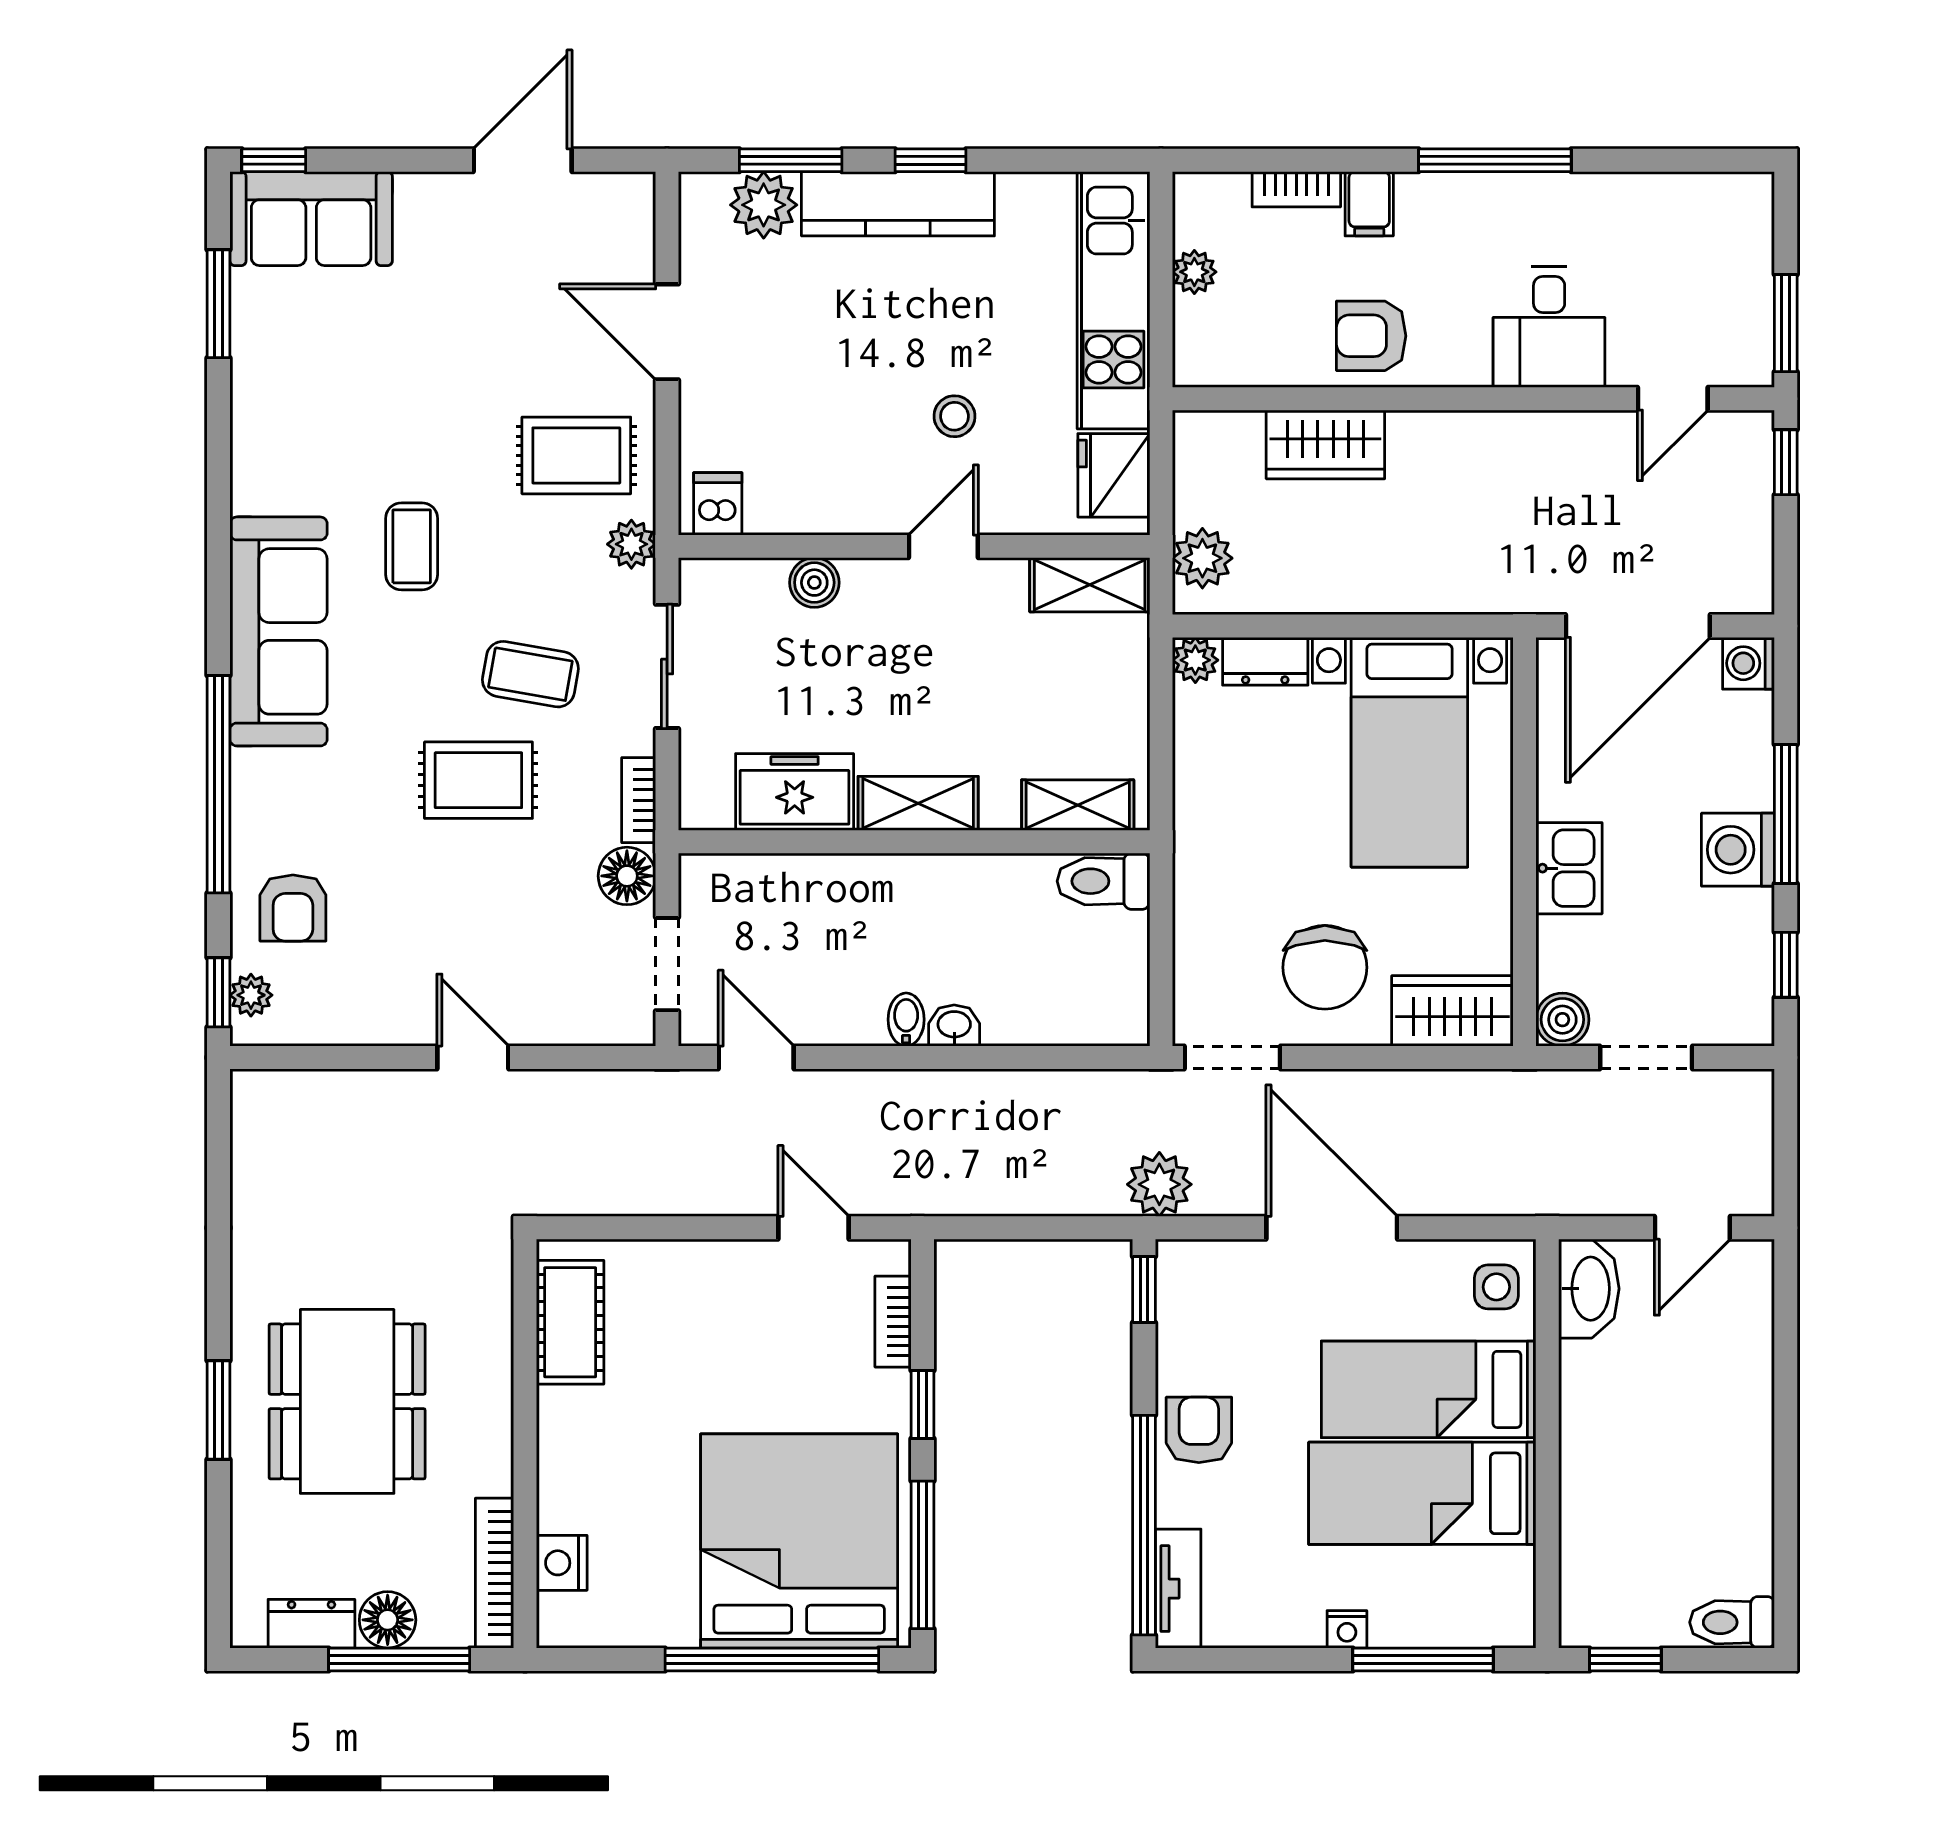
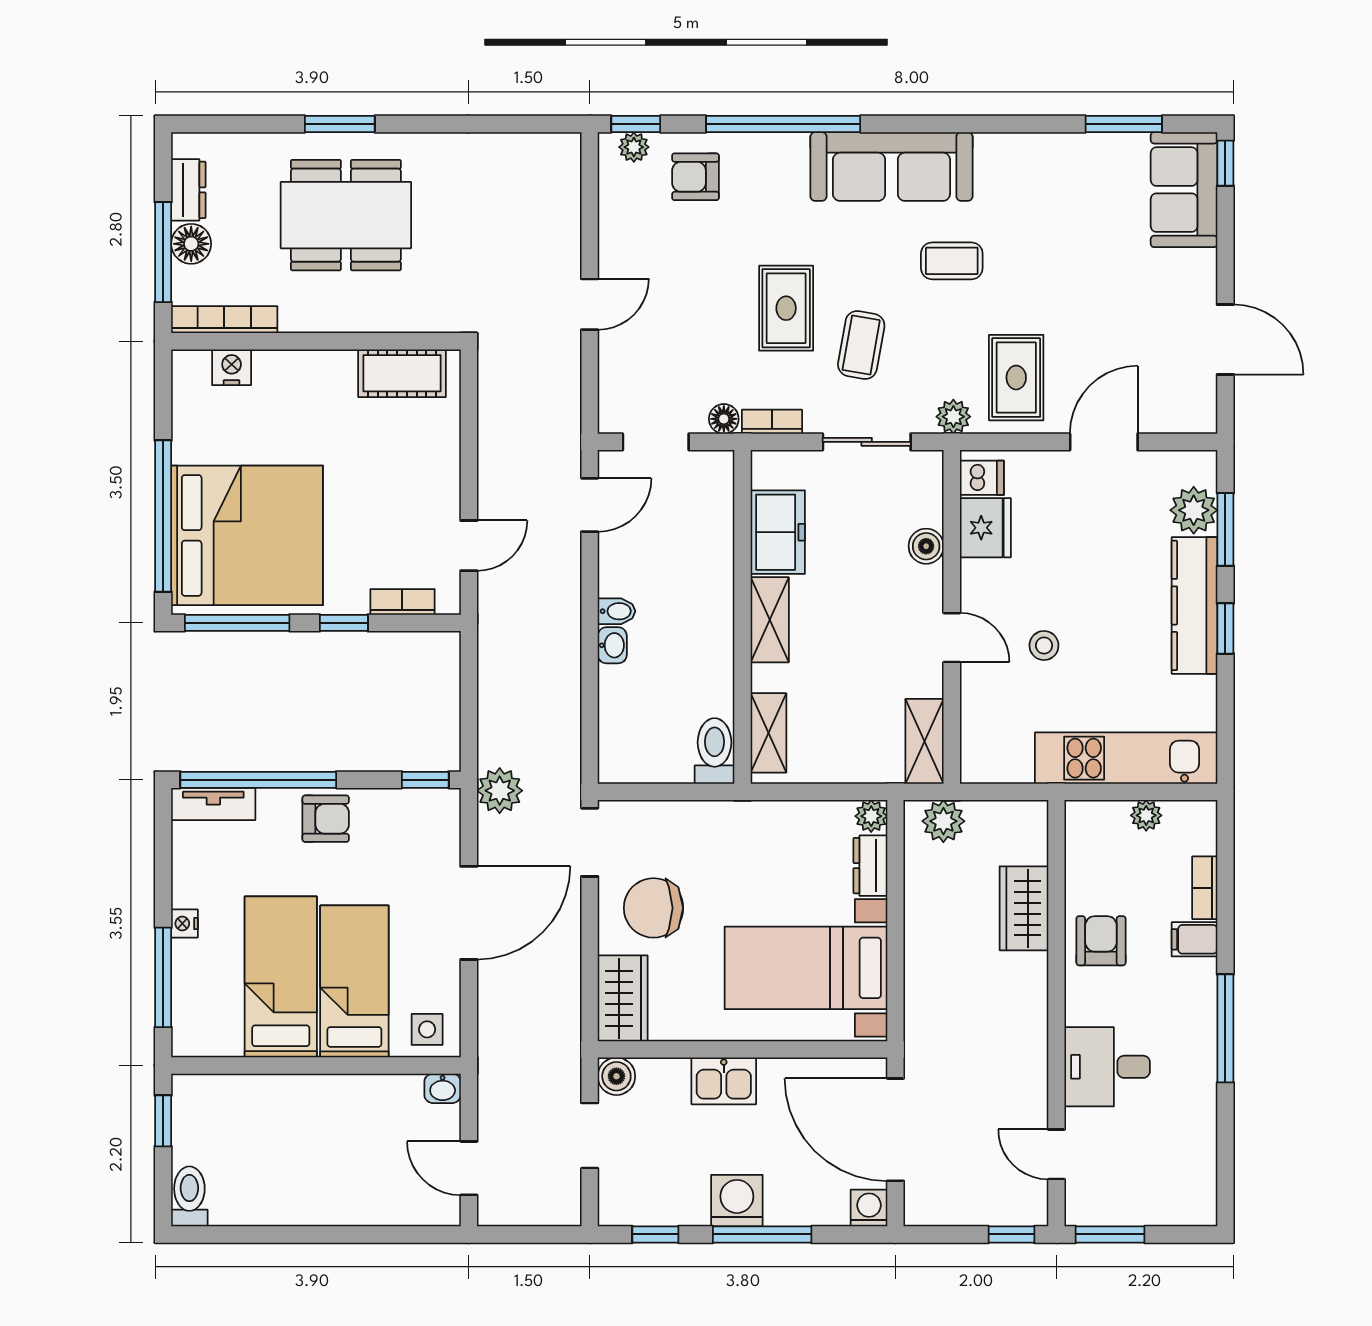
fridge: (1114, 475) -> (985, 528), moved, turned 90
floor lamp: (627, 876) -> (724, 419), width x0.73, depth x0.73
washbasin: (1589, 1289) -> (443, 1088), width x0.52, depth x0.69

